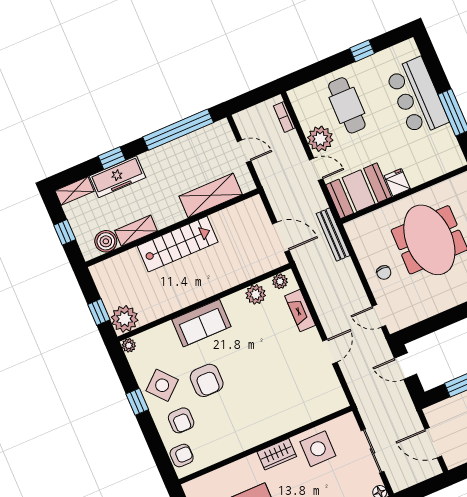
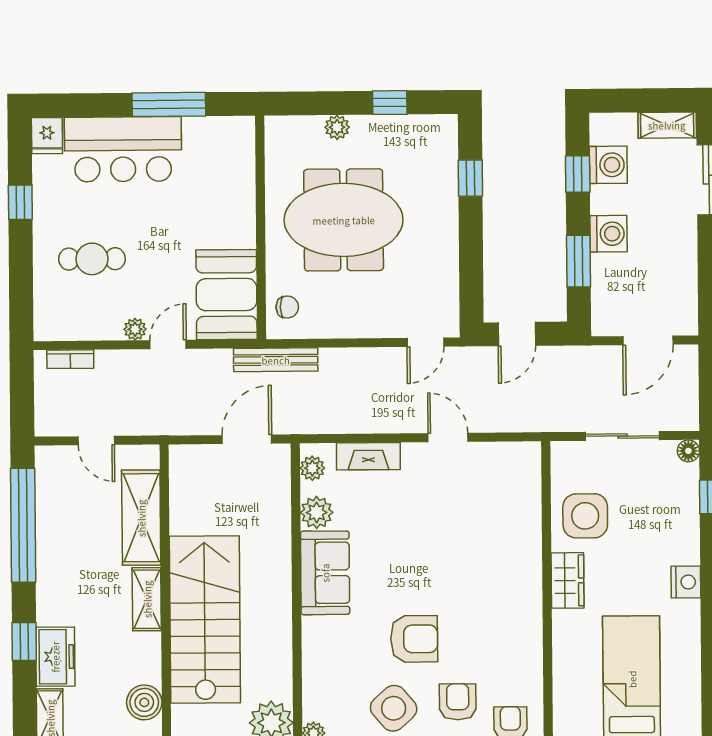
cafe table: (347, 105) -> (92, 259), width x0.73, depth x0.74
plant: (320, 139) -> (135, 329), width x0.53, depth x0.53
door: (244, 151) -> (96, 441), swing flipped
freezer: (117, 177) -> (55, 657), width x0.71
fridge: (397, 182) -> (47, 136), moved, turned -90
shelving: (136, 231) -> (147, 599), moved
stairs: (178, 244) -> (205, 619), width x1.36, depth x1.51
chair: (384, 272) -> (287, 307), moved
sofa: (201, 323) -> (325, 573), moved
armchair: (181, 420) -> (458, 702), turned -90

